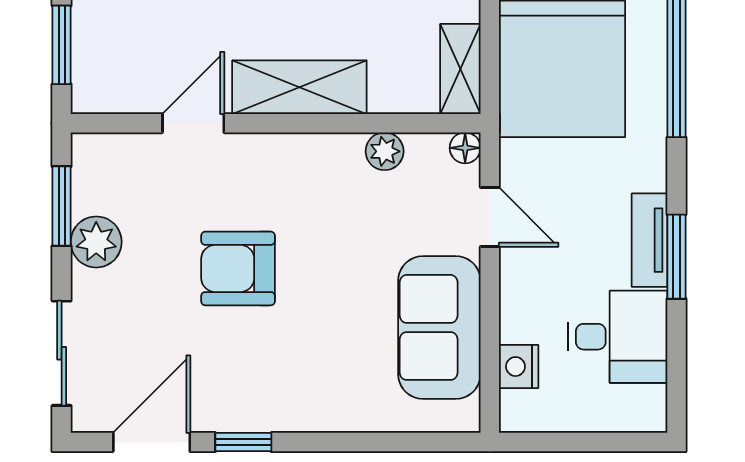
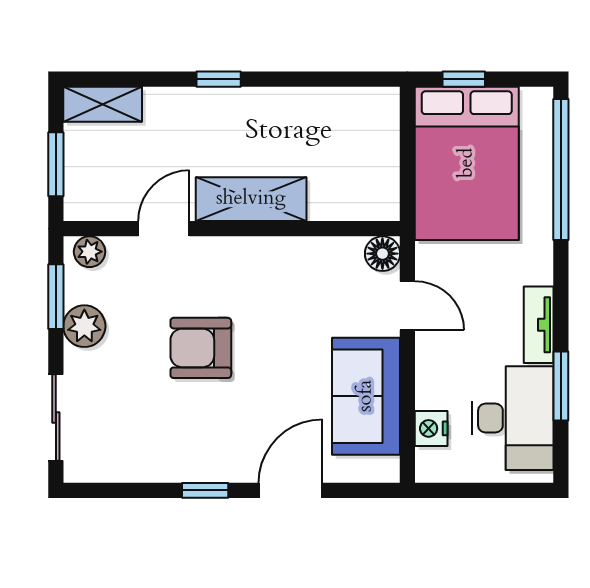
shelving: (460, 69) -> (383, 184), removed
floor lamp: (465, 148) -> (382, 254), width x1.37, depth x1.37
plant: (385, 151) -> (90, 252), moved
window: (676, 257) -> (561, 386), moved
desk: (618, 337) -> (512, 418), width x1.37
door: (152, 442) -> (290, 490), moved

